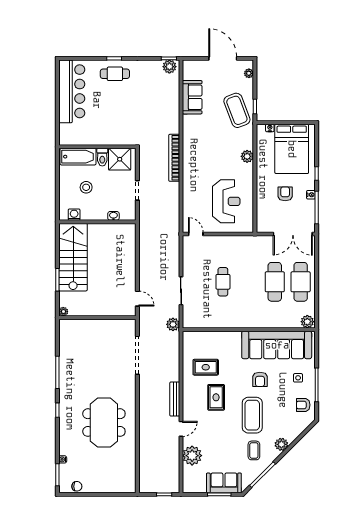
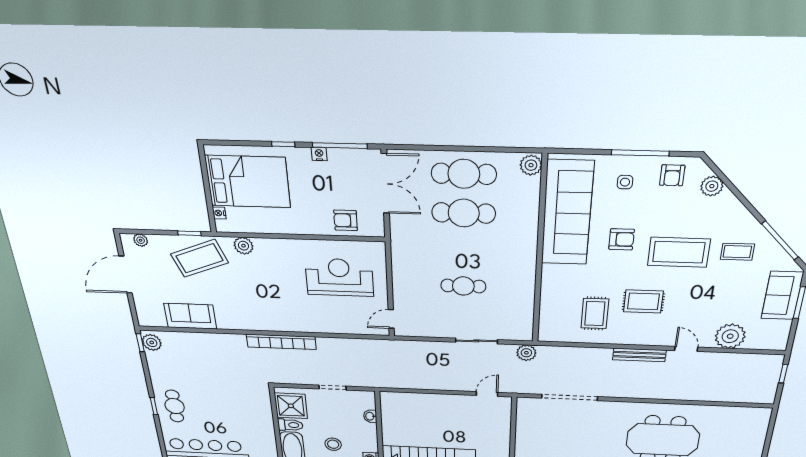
plant: (247, 156) -> (243, 246), moved
armchair: (285, 194) -> (346, 220), moved
plant: (281, 444) -> (712, 186), moved

